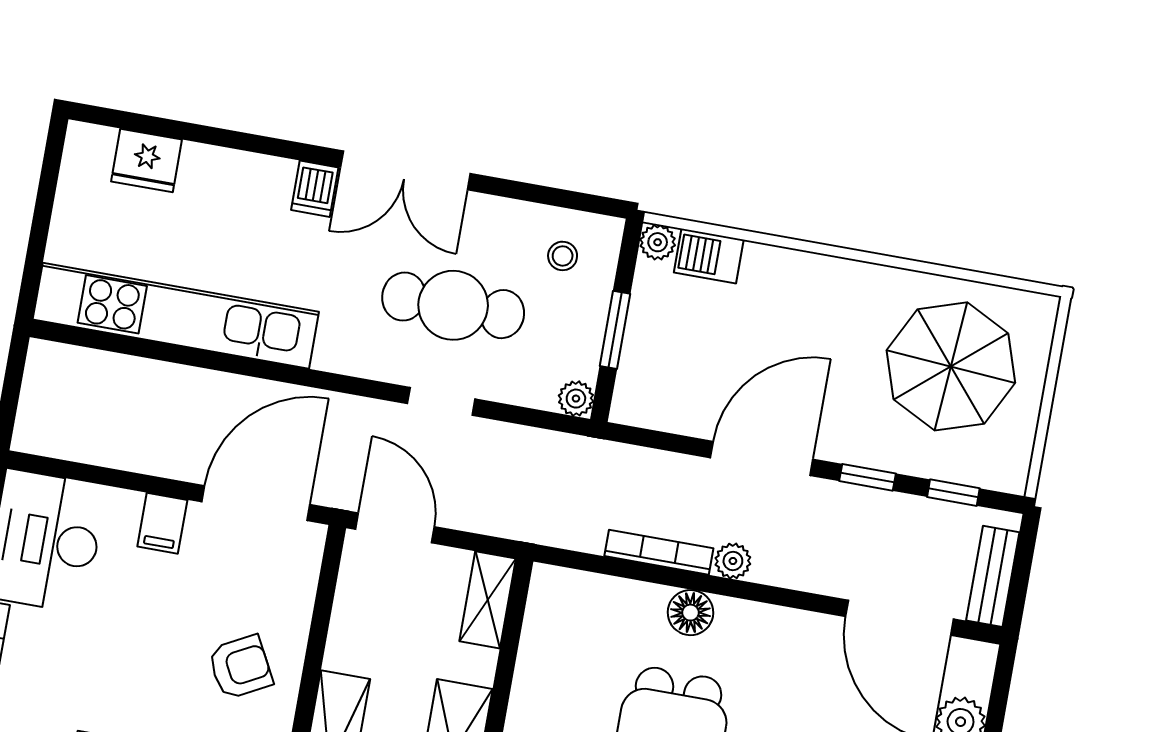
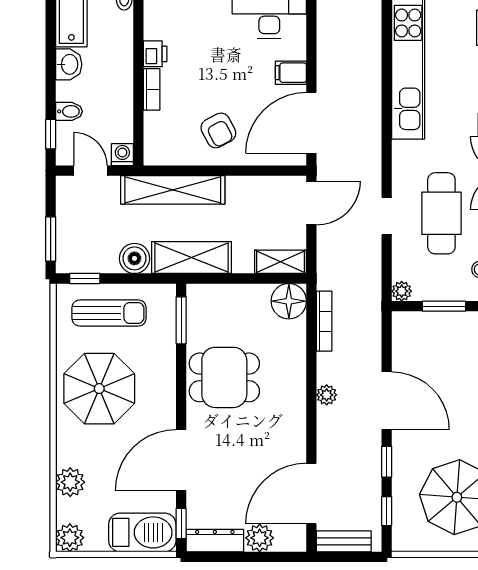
door: (256, 503) -> (311, 123), swing flipped
bookcase: (659, 552) -> (324, 321), moved
floor lamp: (690, 613) -> (289, 301), moved, width x1.38, depth x1.38

